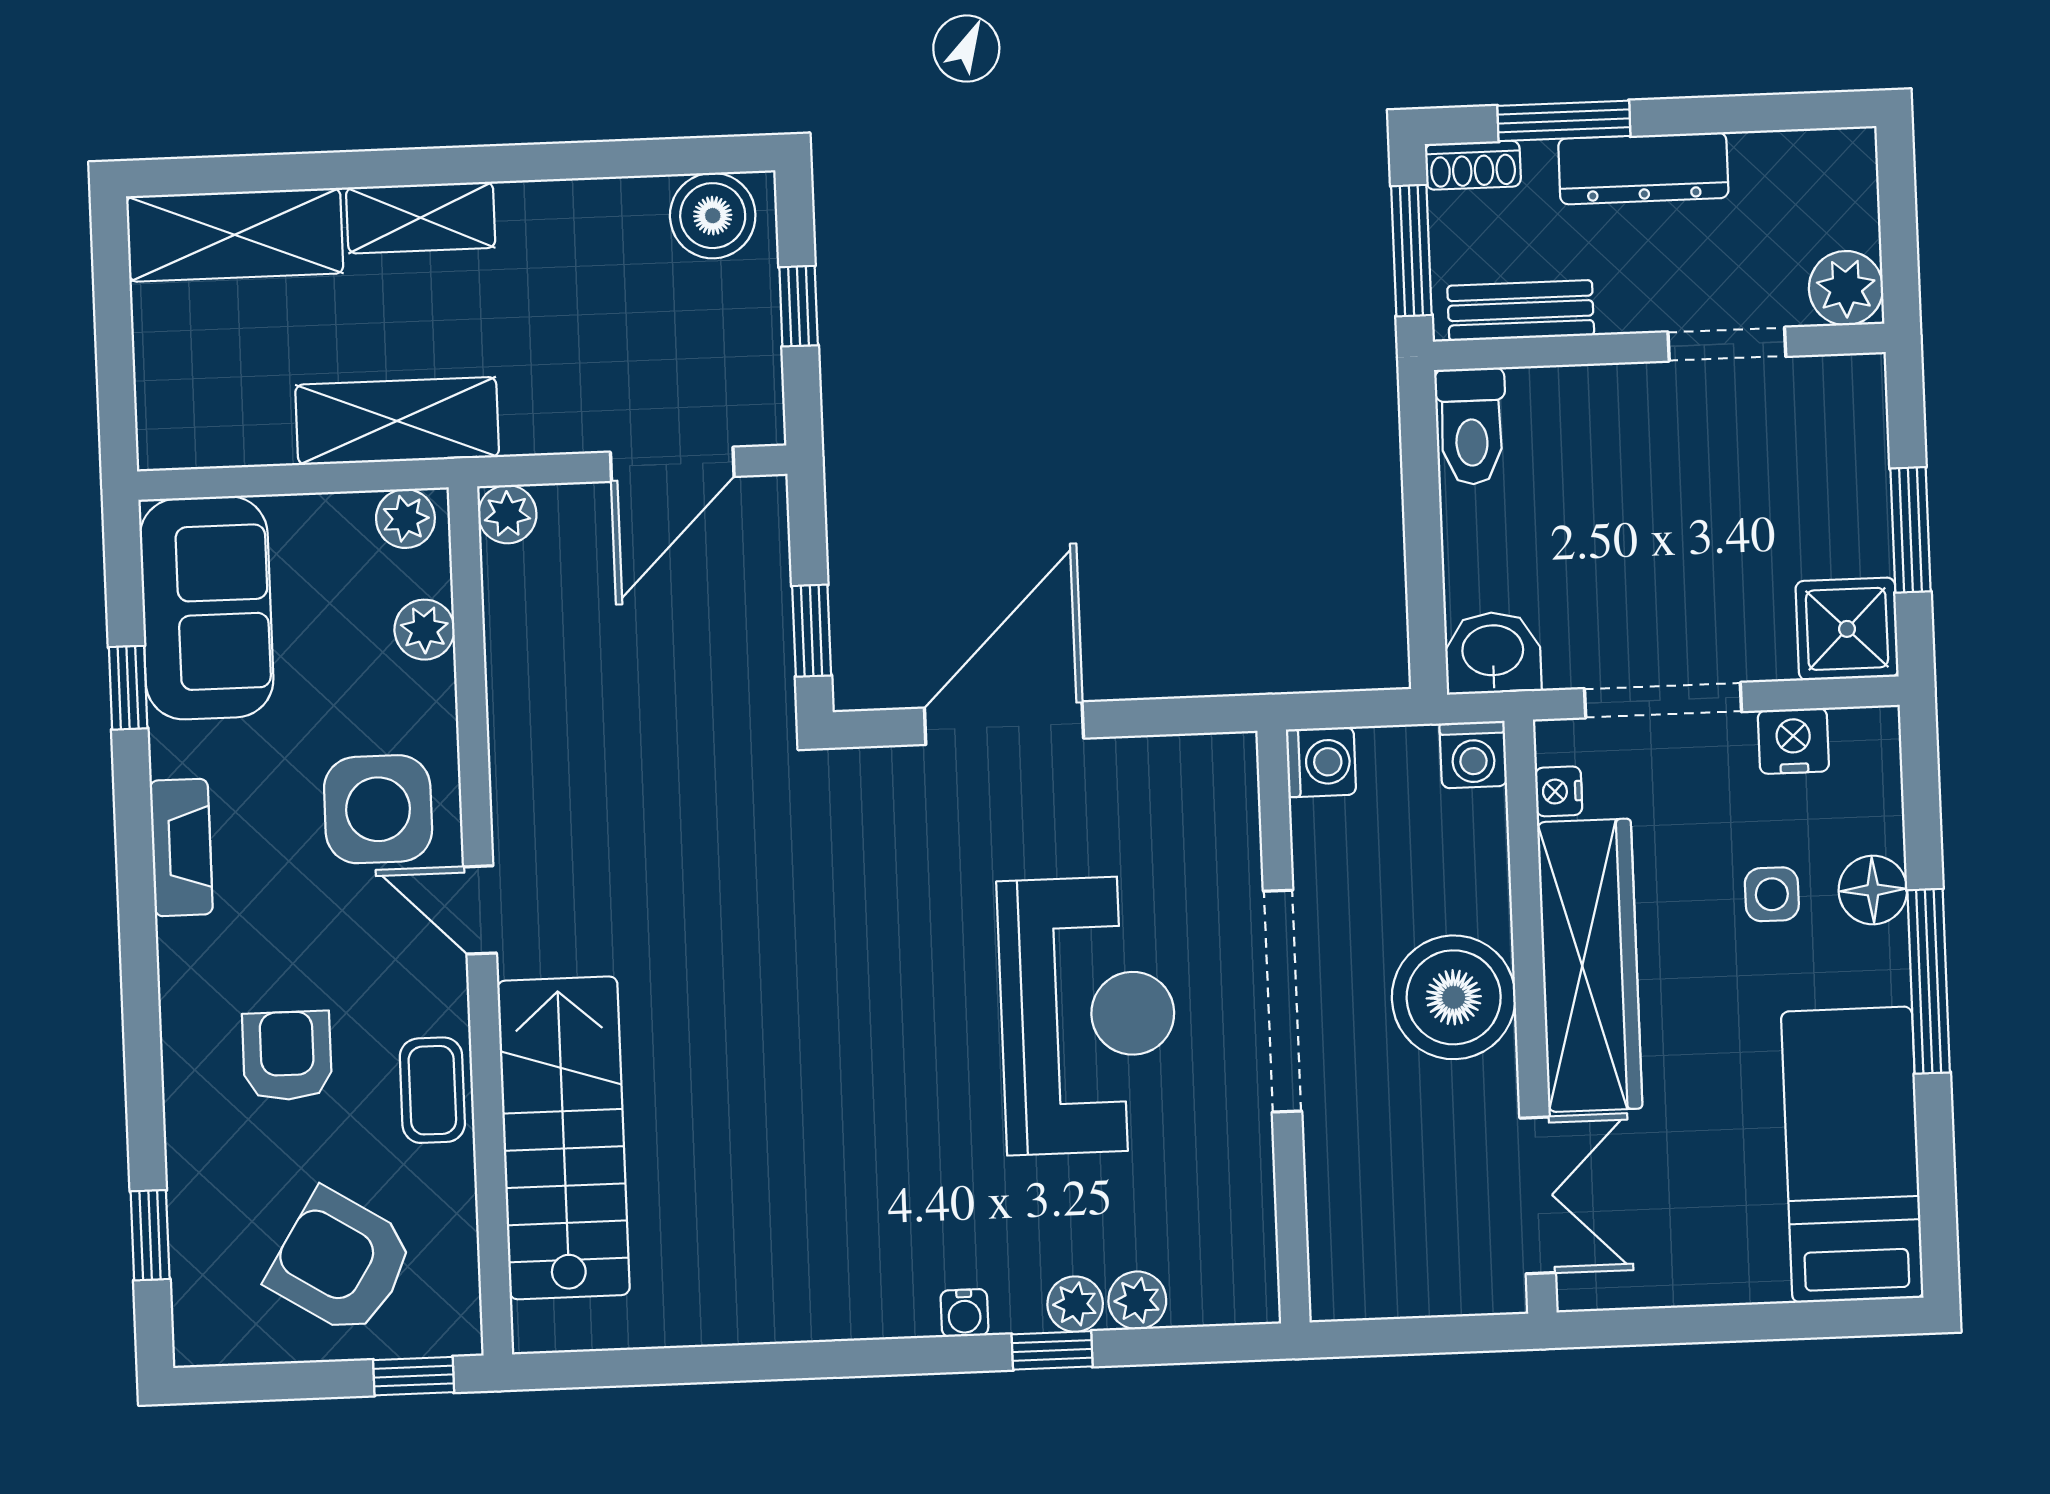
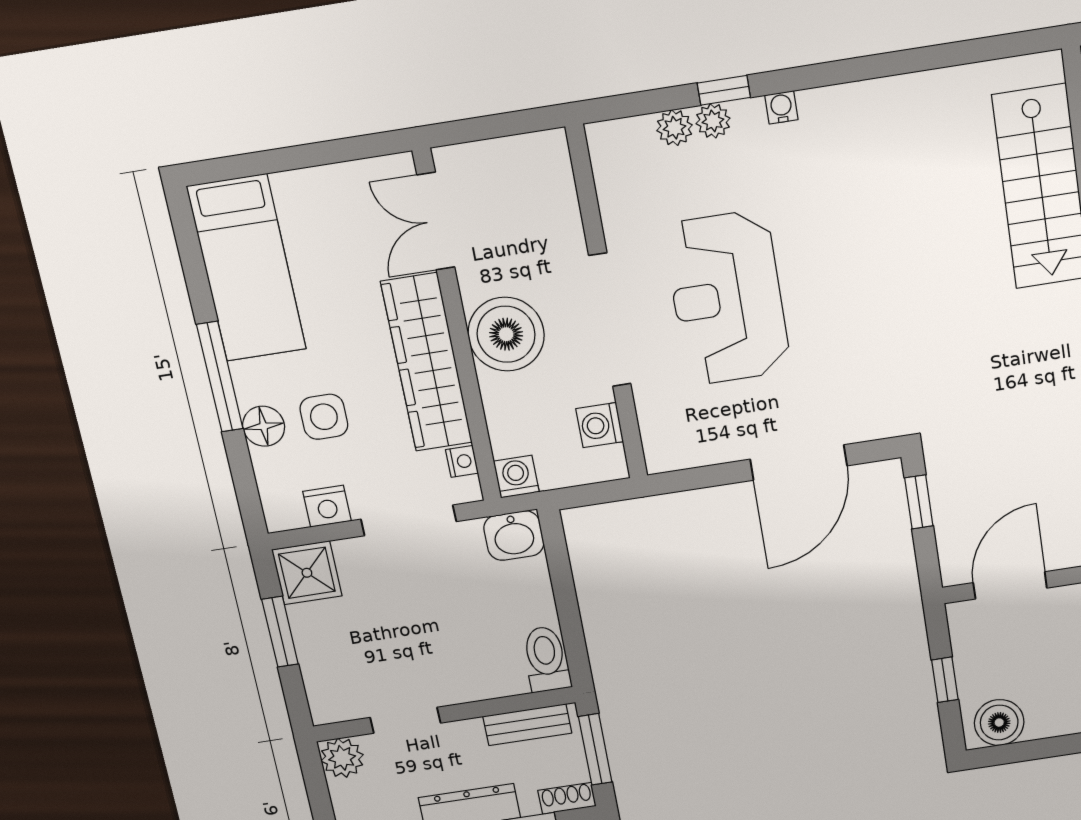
washing machine: (1321, 762) -> (600, 425), moved
side table: (1772, 894) -> (324, 417), width x1.37, depth x1.37

